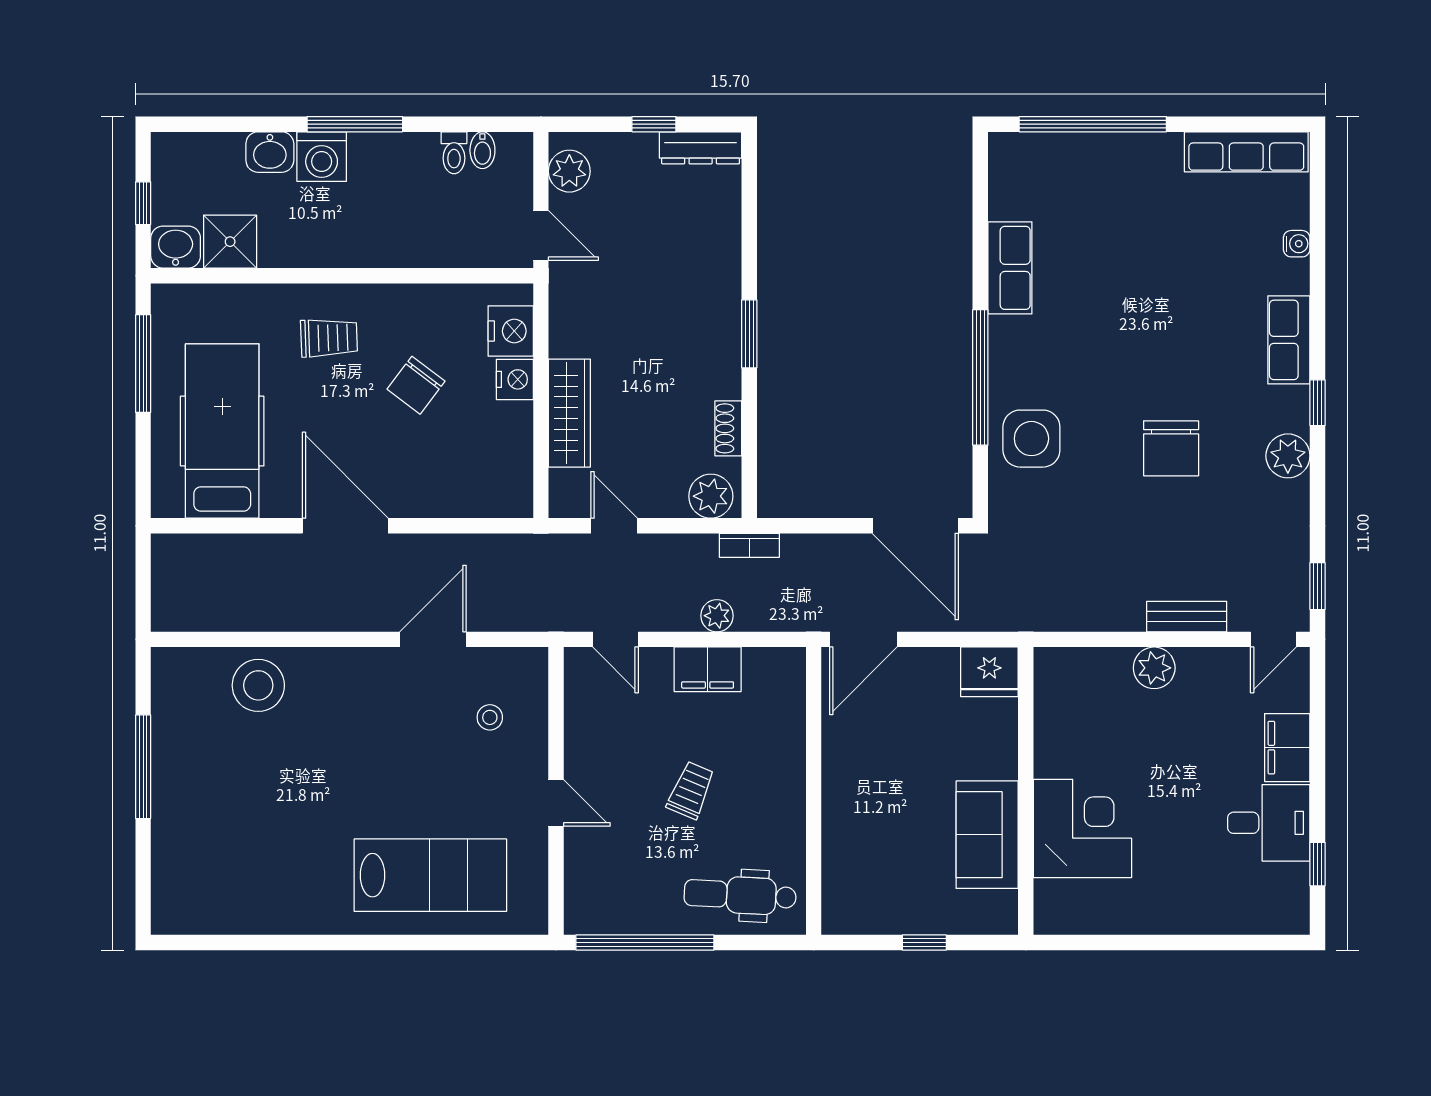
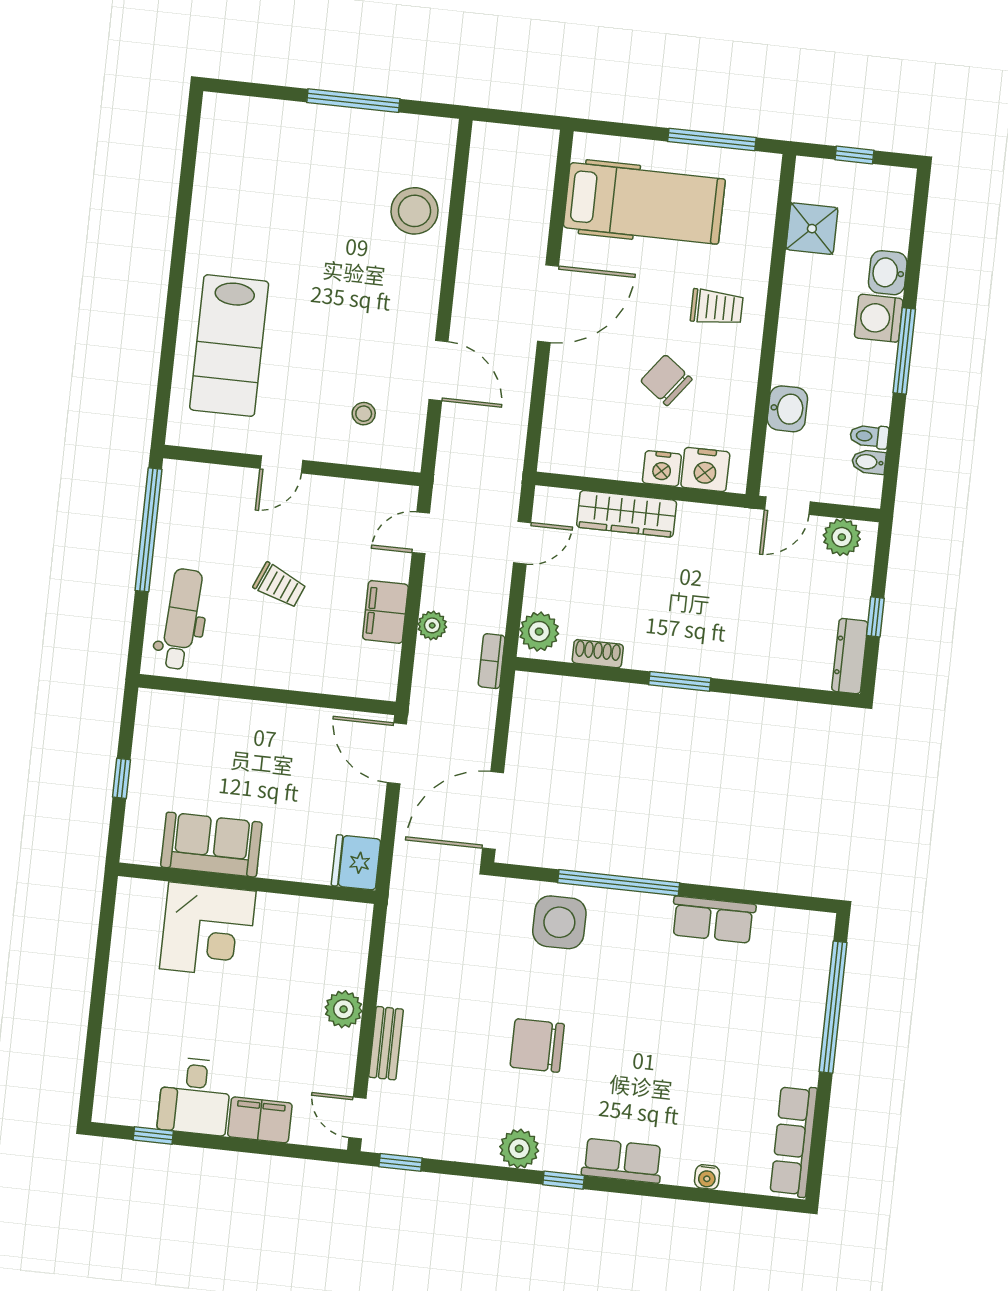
washbasin: (176, 247) -> (787, 409), moved
trolley: (329, 338) -> (717, 307), turned -88

